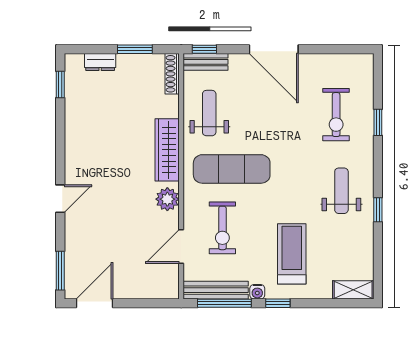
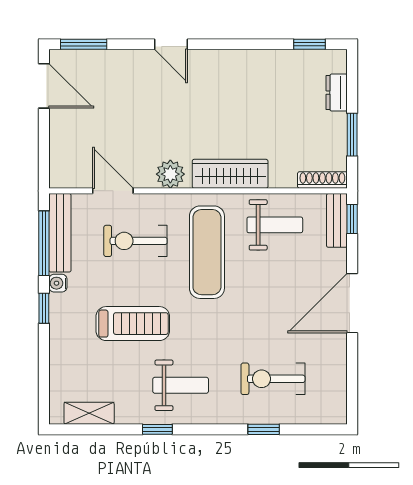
treadmill: (292, 254) -> (133, 324), moved
shelving: (353, 290) -> (89, 413), moved, turned 90

